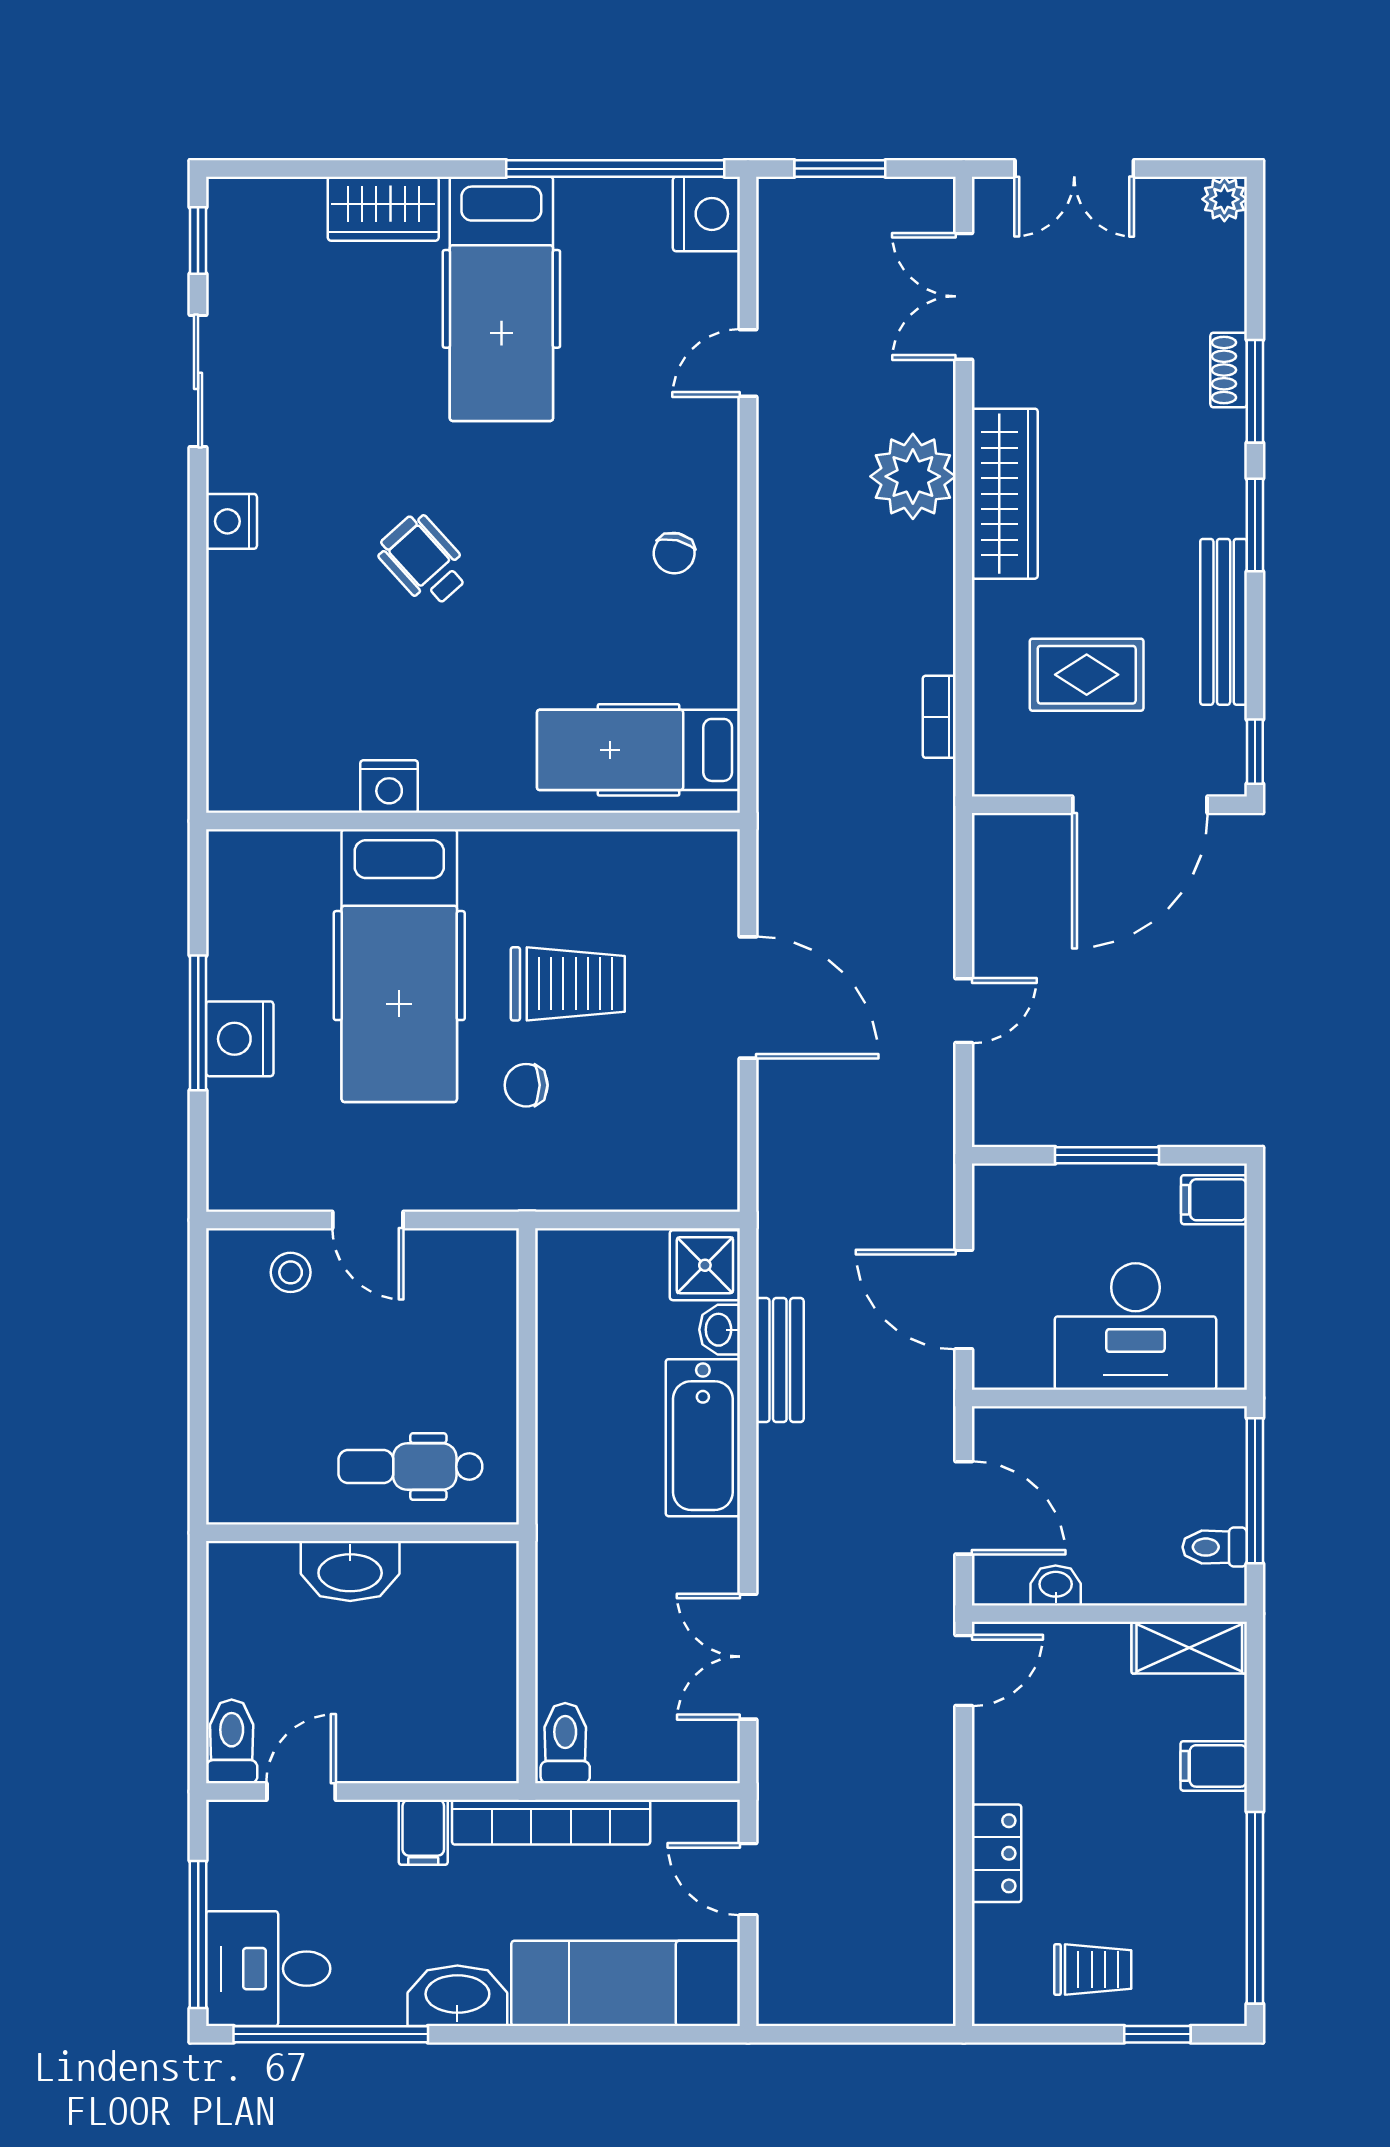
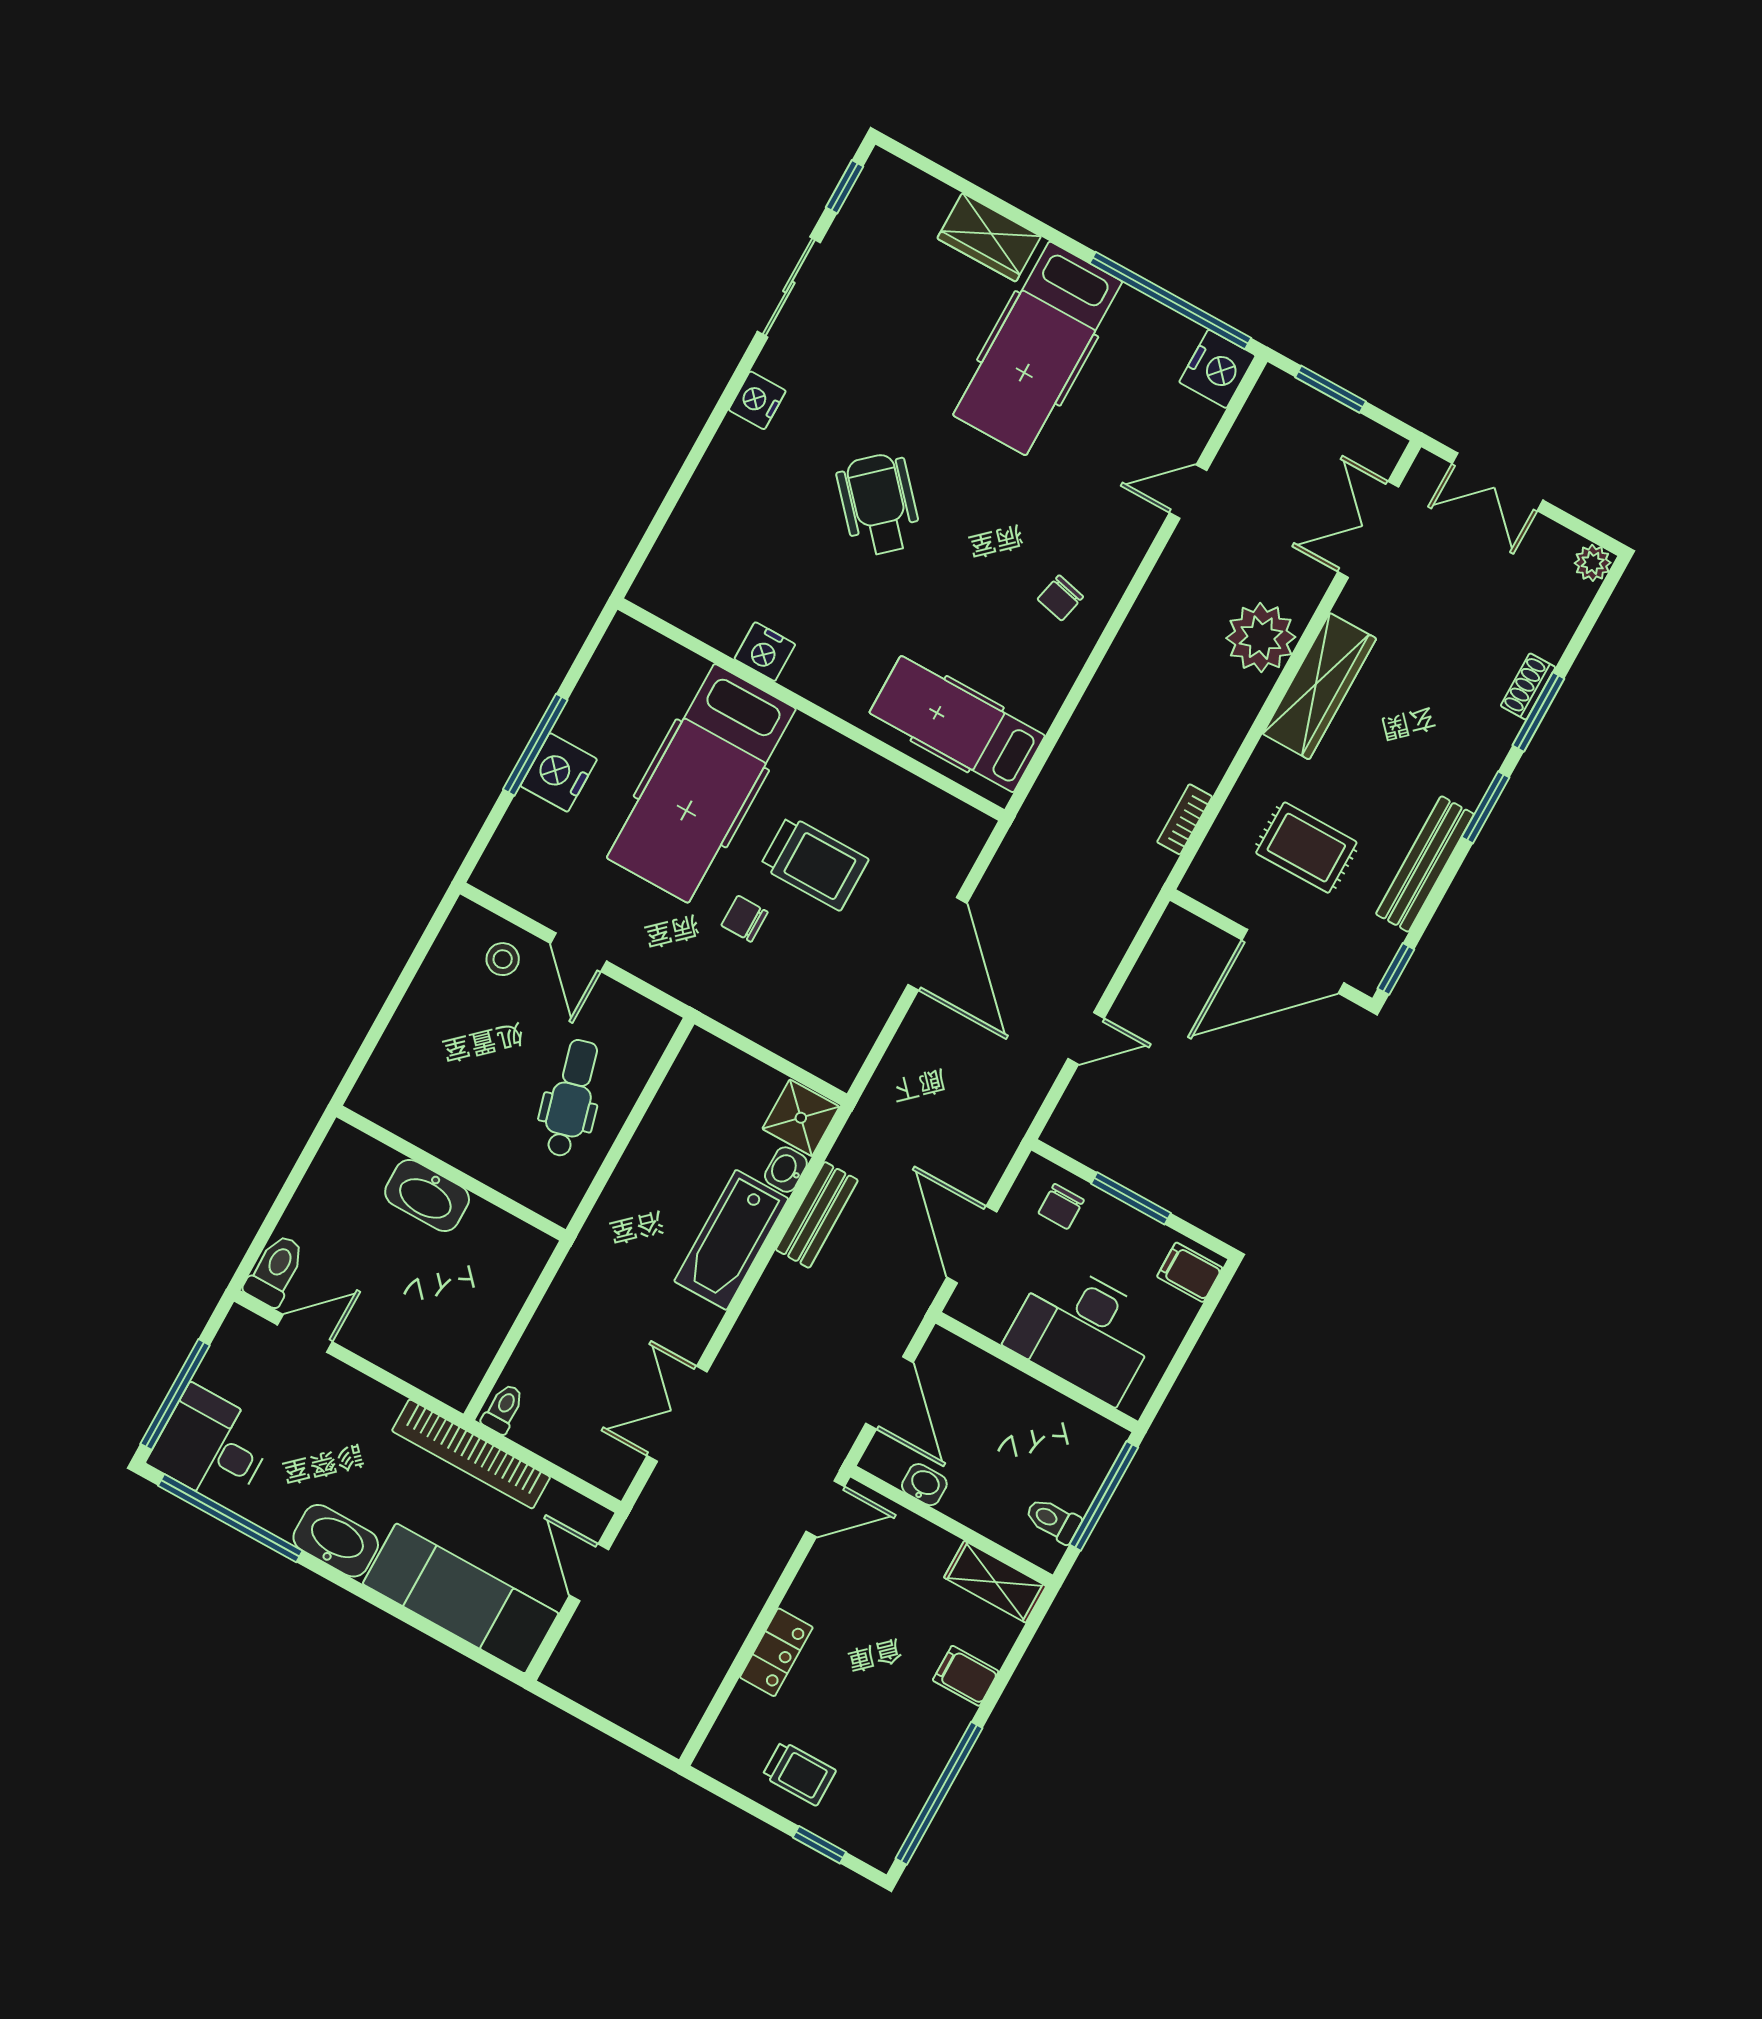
wheelchair: (424, 561) -> (879, 504), width x1.36, depth x1.37
chair: (1037, 1206) -> (1061, 1206), added
dental chair: (410, 1467) -> (571, 1098), moved, turned 75
toilet: (565, 1743) -> (503, 1409), width x0.73, depth x0.72
filing cabinet: (423, 1832) -> (376, 1411), removed

